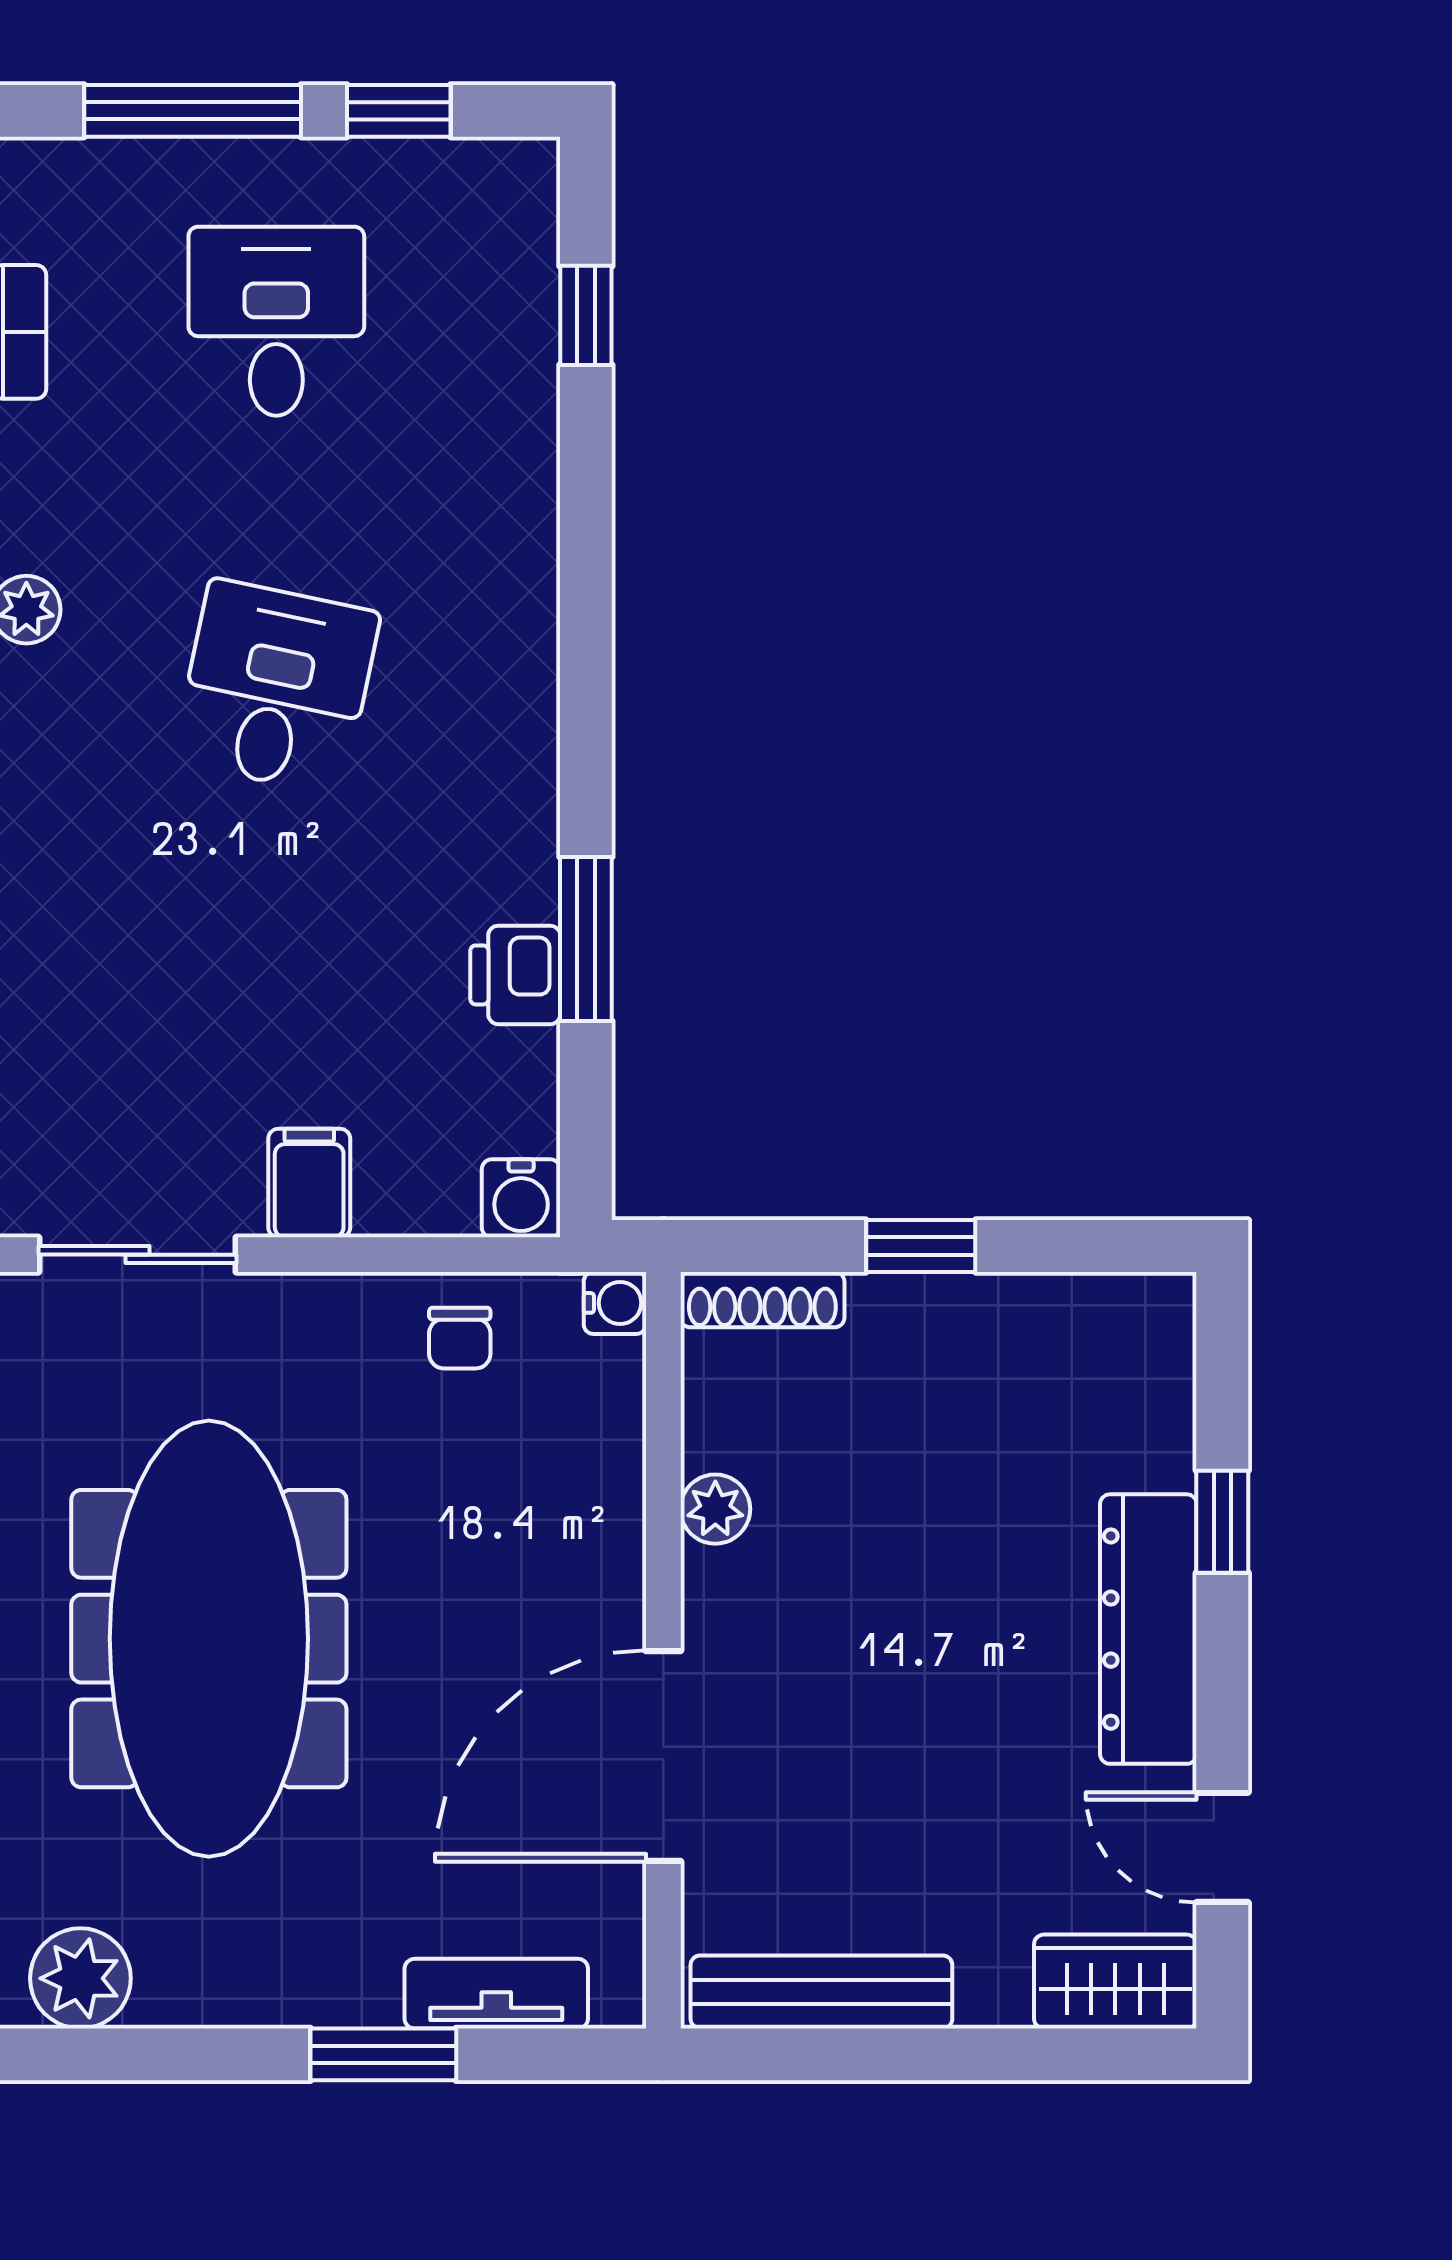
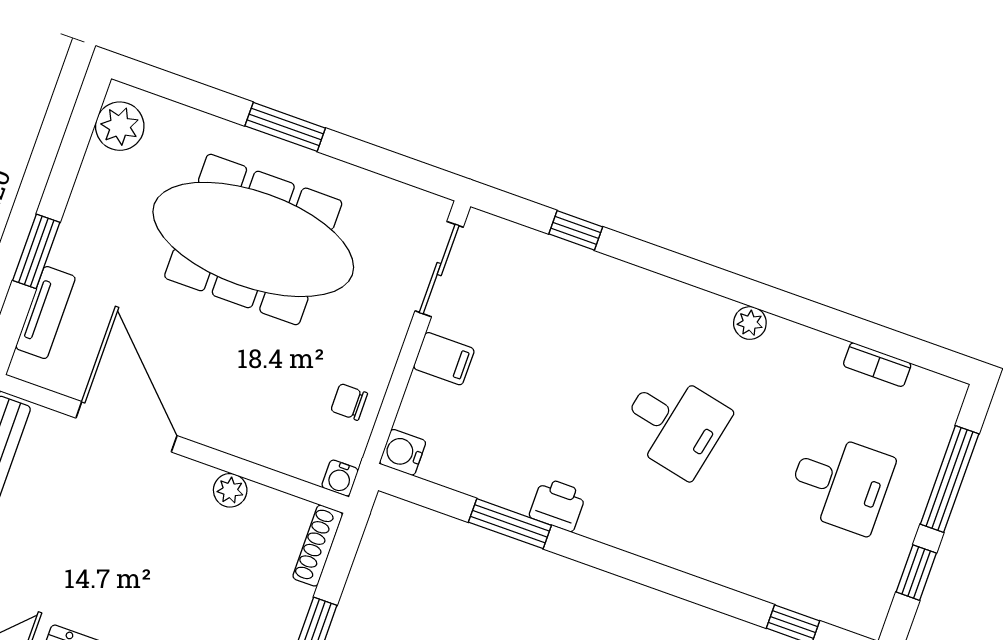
printer: (515, 975) -> (558, 505), moved

